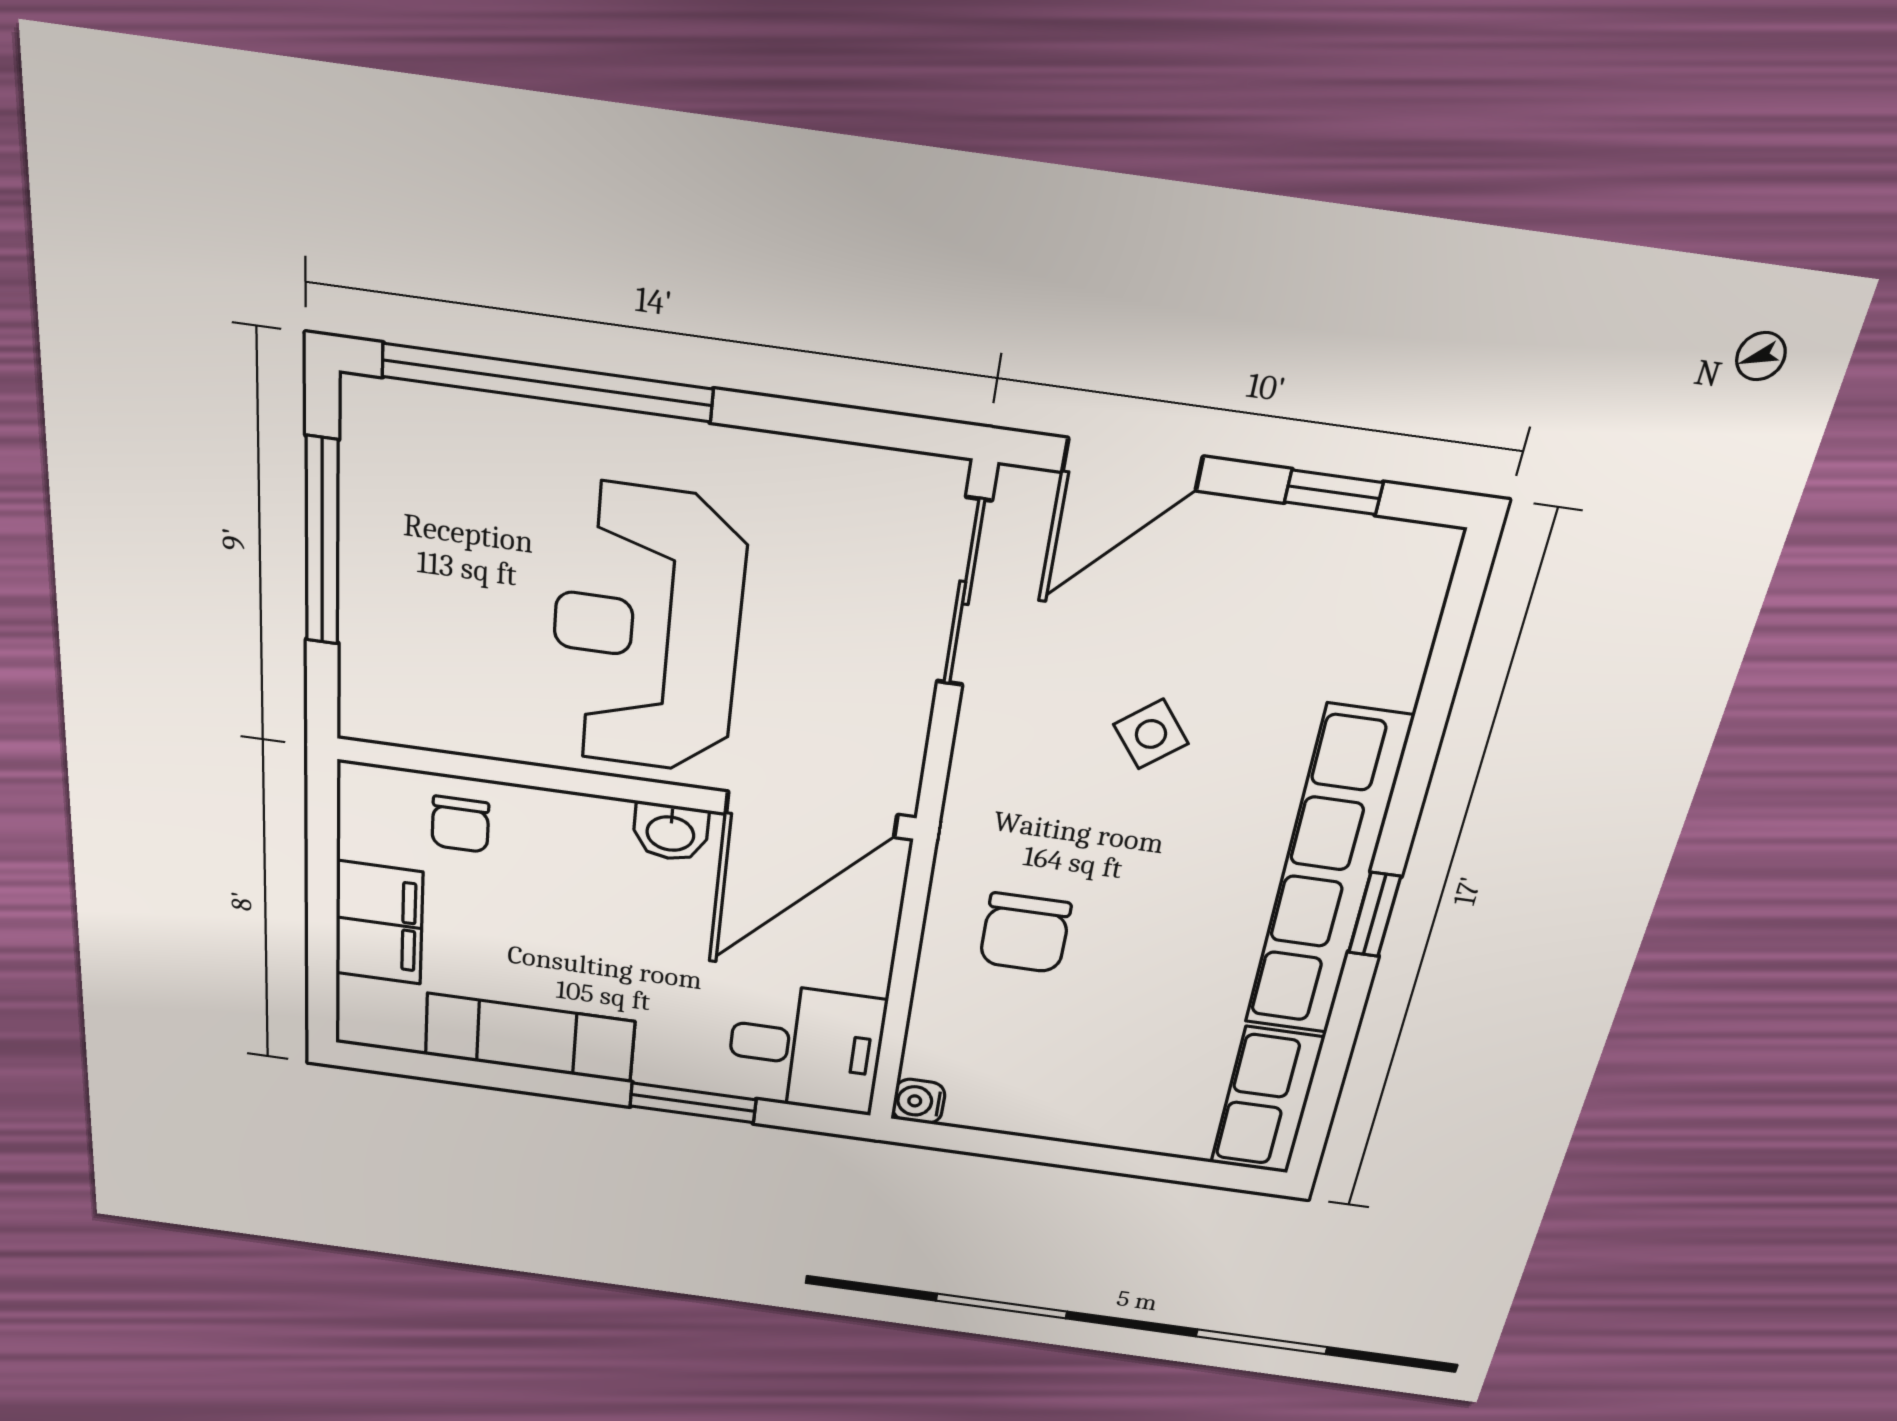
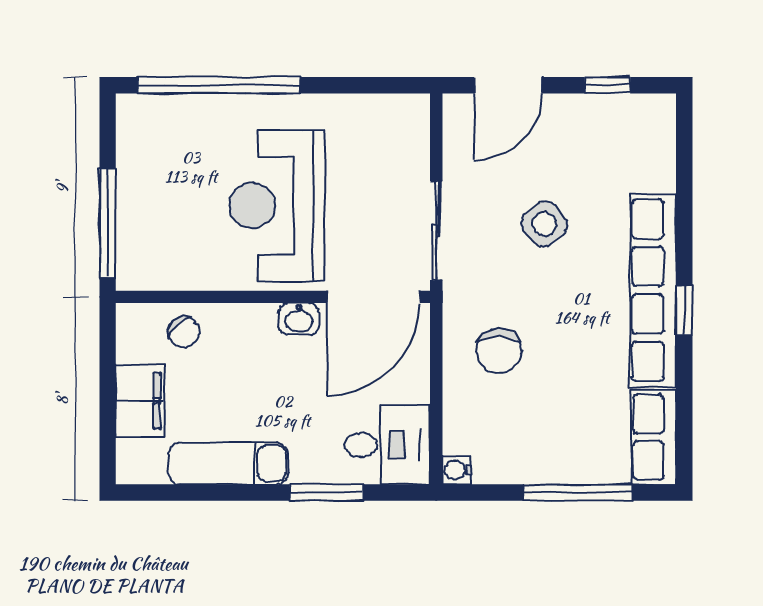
window: (322, 542) -> (108, 223), moved
sliding door: (964, 593) -> (436, 231), moved
side table: (1151, 734) -> (544, 224), width x1.37, depth x1.37
chair: (460, 824) -> (184, 332), turned -42
window: (1118, 1161) -> (578, 492), added

